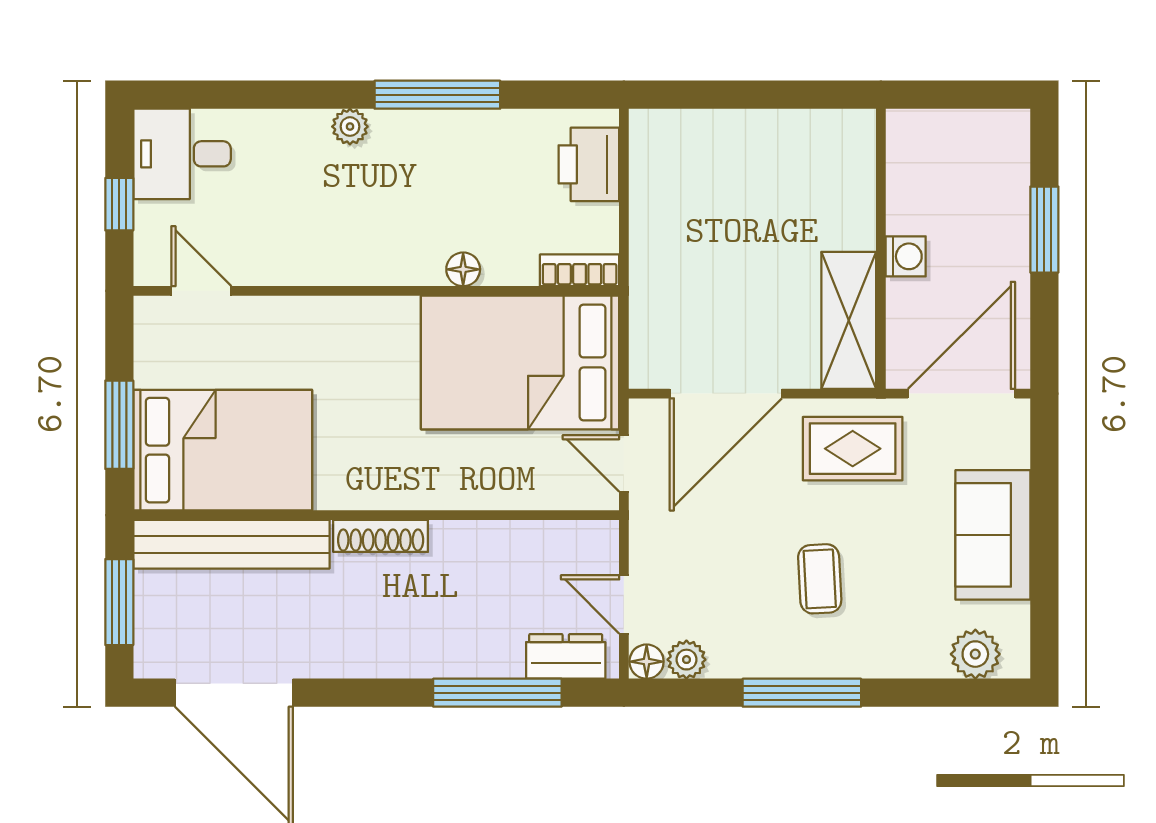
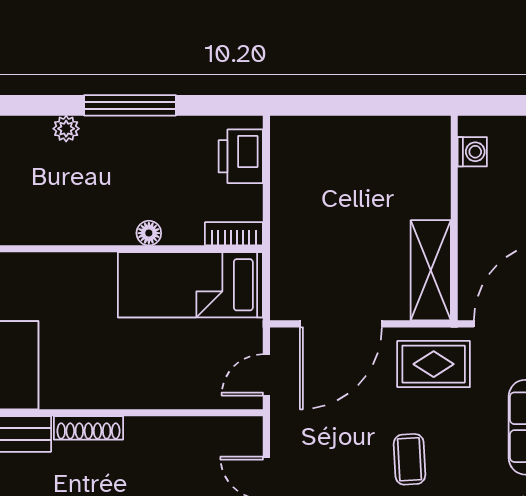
washing machine: (906, 256) -> (472, 152), moved
bed: (520, 362) -> (190, 285), width x0.67
door: (624, 463) -> (266, 375), hinge flipped

